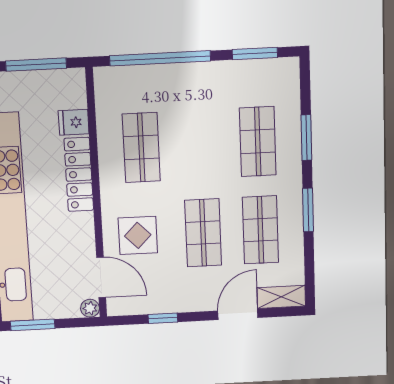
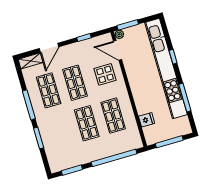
shop shelf: (258, 142) -> (87, 123), moved
locker: (79, 174) -> (139, 96), removed
window: (308, 210) -> (29, 105), width x1.44
window: (33, 325) -> (128, 25), moved

